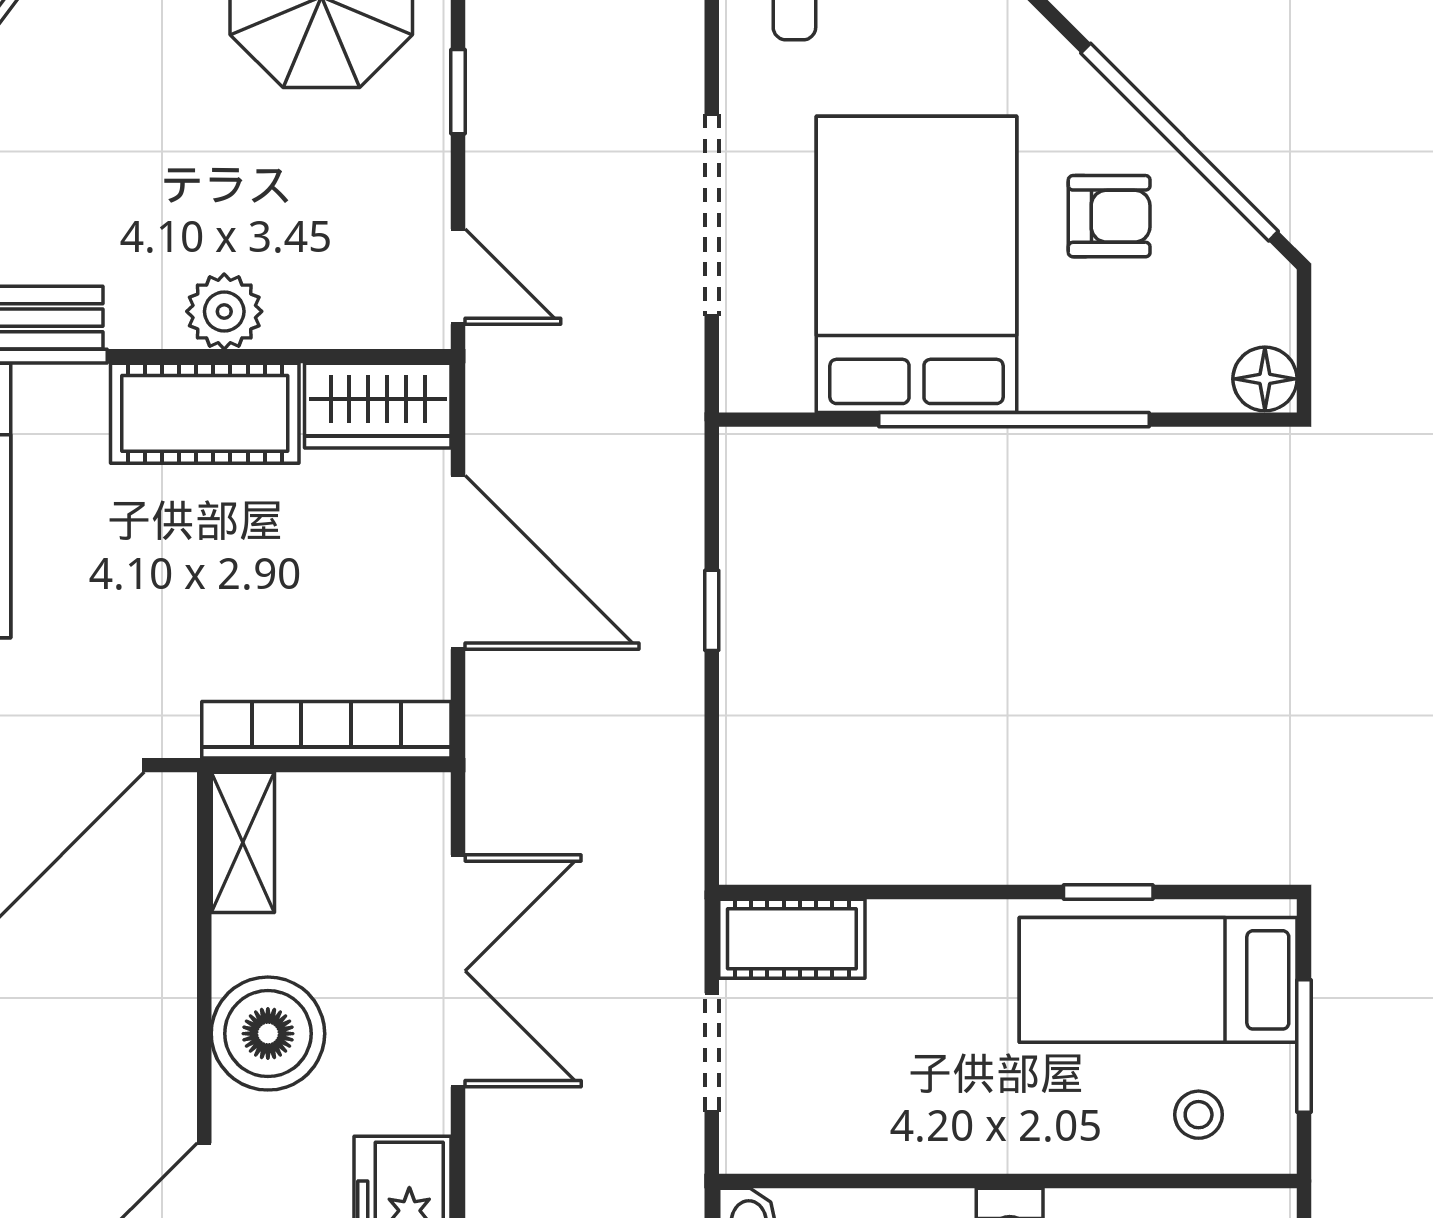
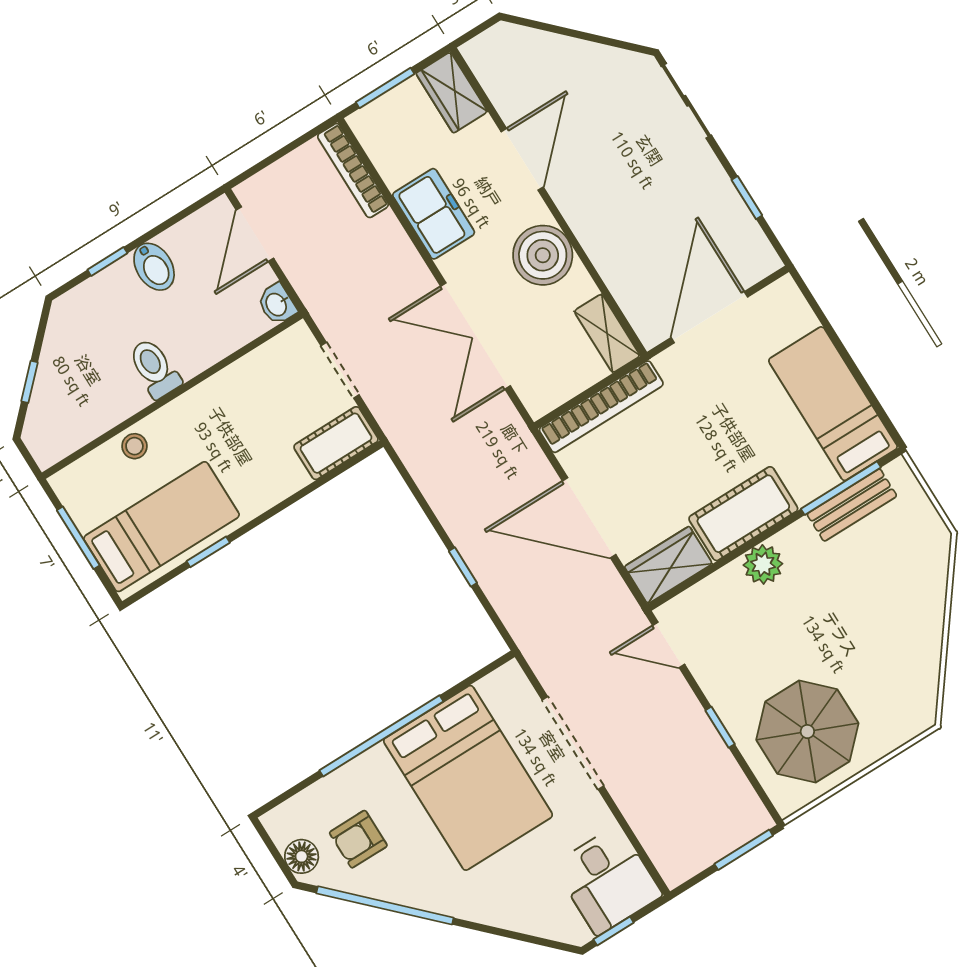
armchair: (1109, 216) -> (358, 839), moved
floor lamp: (1265, 379) -> (302, 856), moved
stool: (1199, 1115) -> (134, 446), moved

